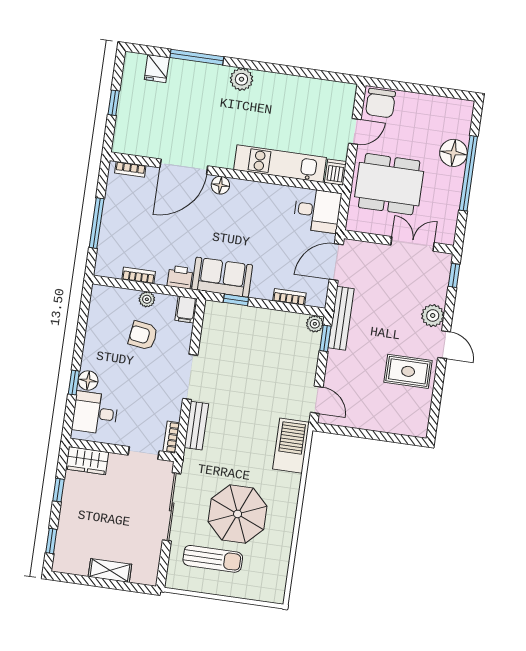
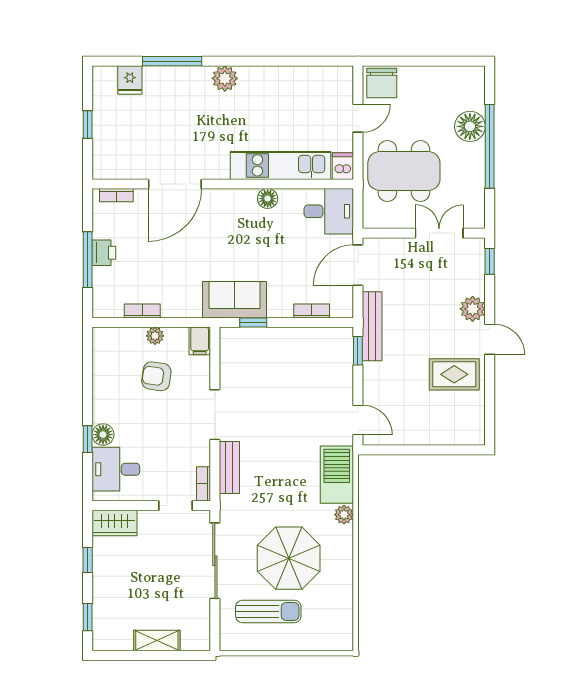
floor lamp: (220, 185) -> (268, 199), moved
printer: (180, 277) -> (104, 253), moved, turned 90
plant: (315, 324) -> (344, 515), moved

